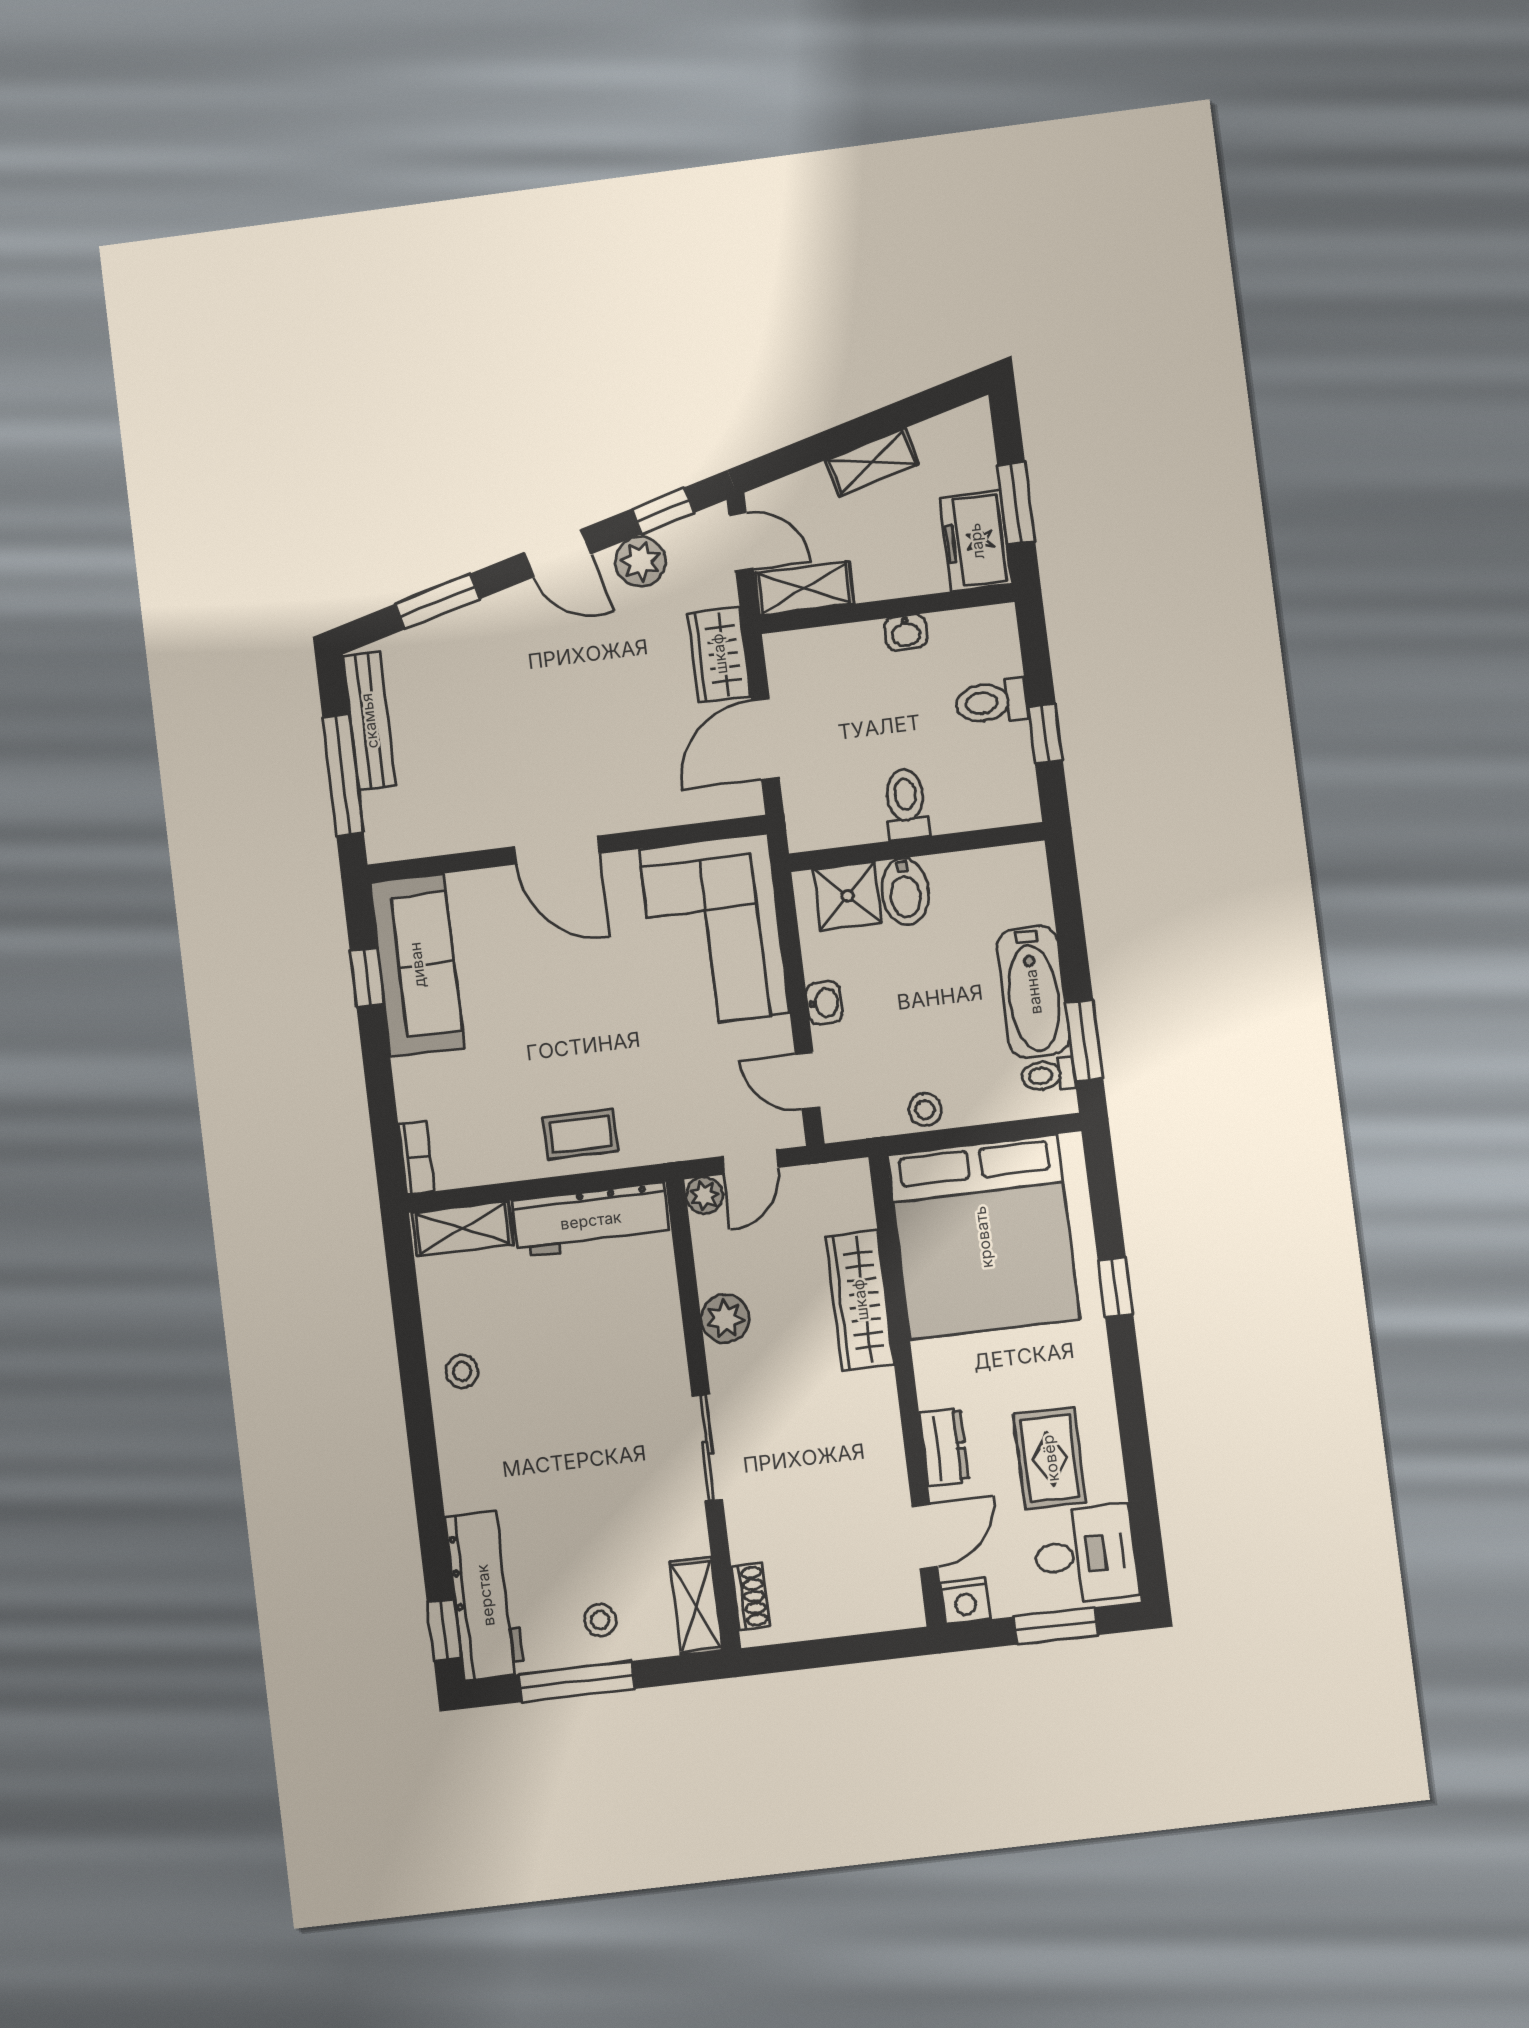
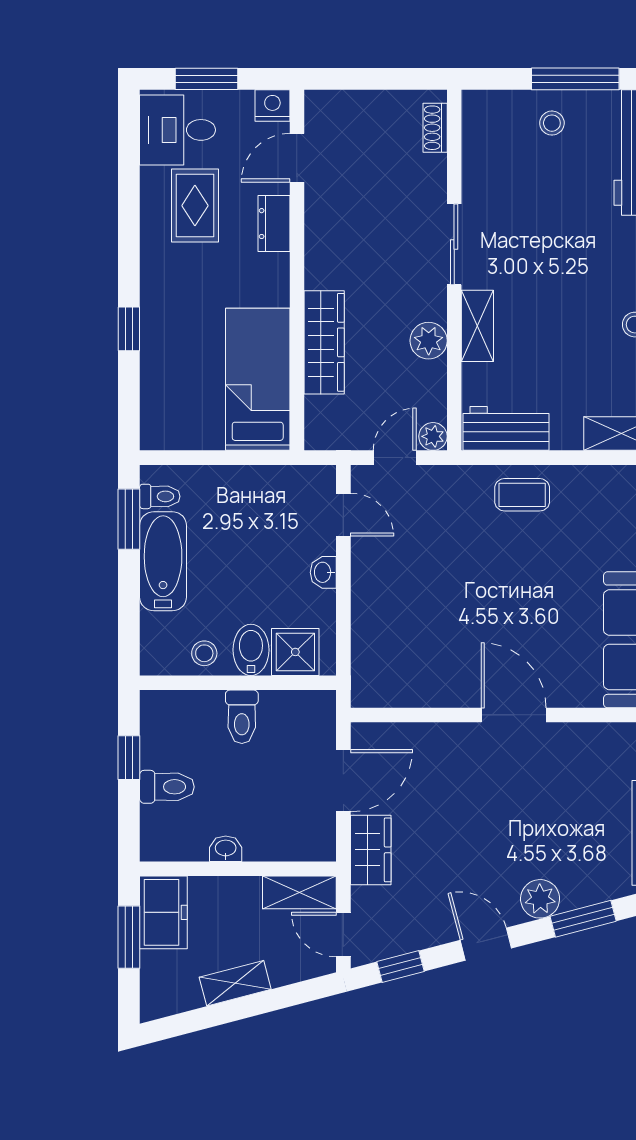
plant: (640, 561) -> (540, 899), moved
corner sofa: (714, 931) -> (401, 638), removed
stool: (925, 1110) -> (204, 653), moved
workbench: (591, 1220) -> (506, 428), width x0.73
bed: (983, 1237) -> (258, 379), width x0.49
shelving: (696, 1606) -> (477, 326), moved

